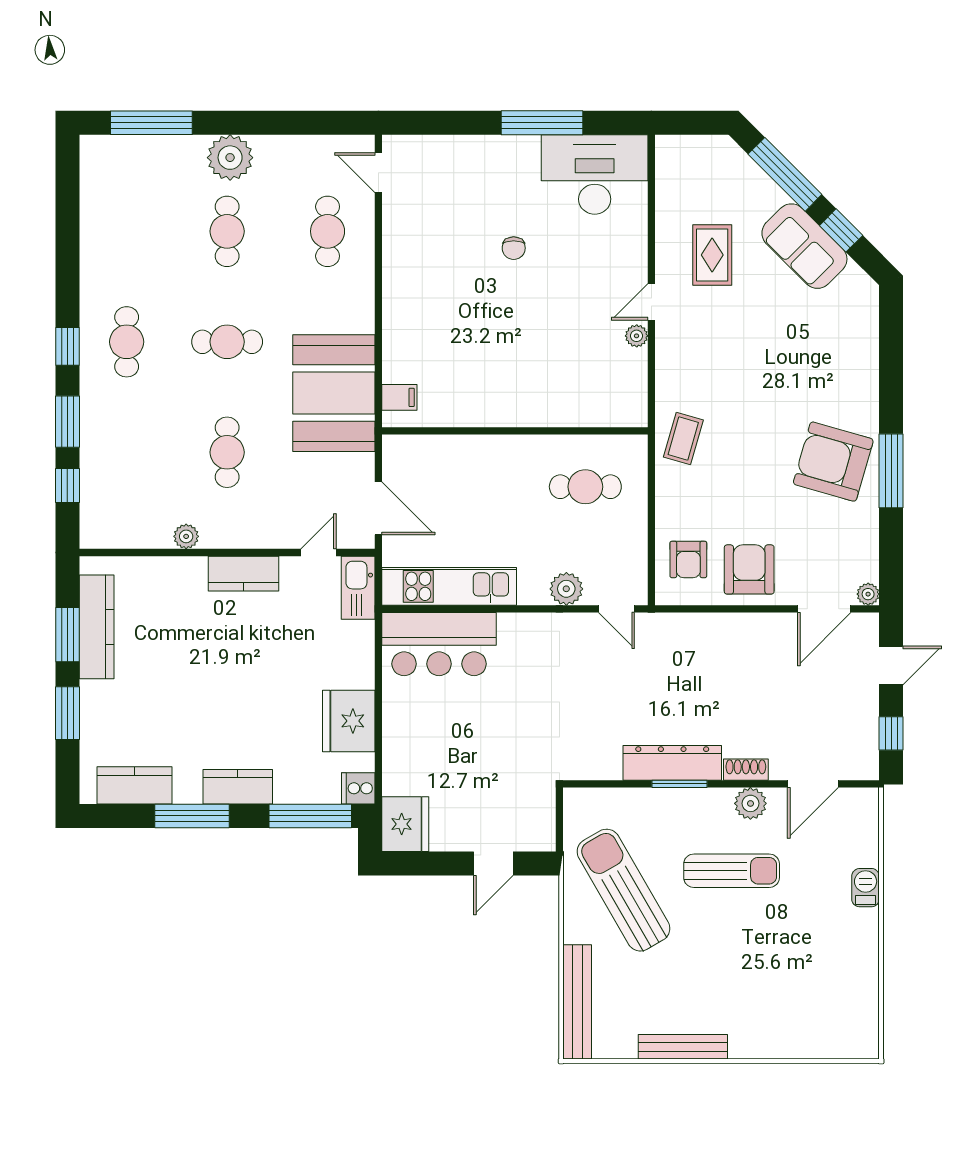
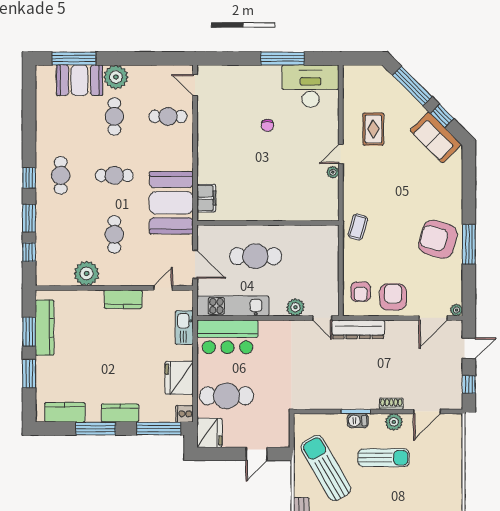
booth: (162, 164) -> (80, 80), added
cafe table: (328, 231) -> (168, 116), turned 90
sofa: (804, 246) -> (436, 138), moved
filing cabinet: (399, 397) -> (206, 198), width x2.00
cafe table: (585, 487) -> (255, 256), moved, width x1.37, depth x1.35
plant: (186, 536) -> (87, 273), width x1.88, depth x1.88
kitchen sink: (358, 588) -> (184, 328), moved
cafe table: (437, 755) -> (226, 396), added
dresser: (672, 763) -> (358, 329), moved, turned 180
barbecue: (866, 888) -> (358, 421), moved, turned -90

